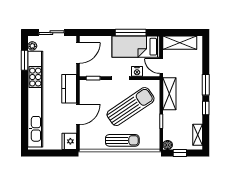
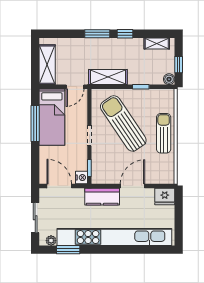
nightstand: (137, 71) -> (81, 178), moved
door: (78, 114) -> (133, 186), hinge flipped

